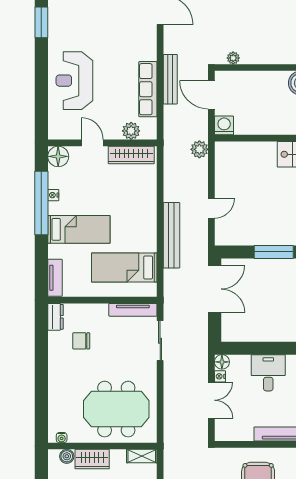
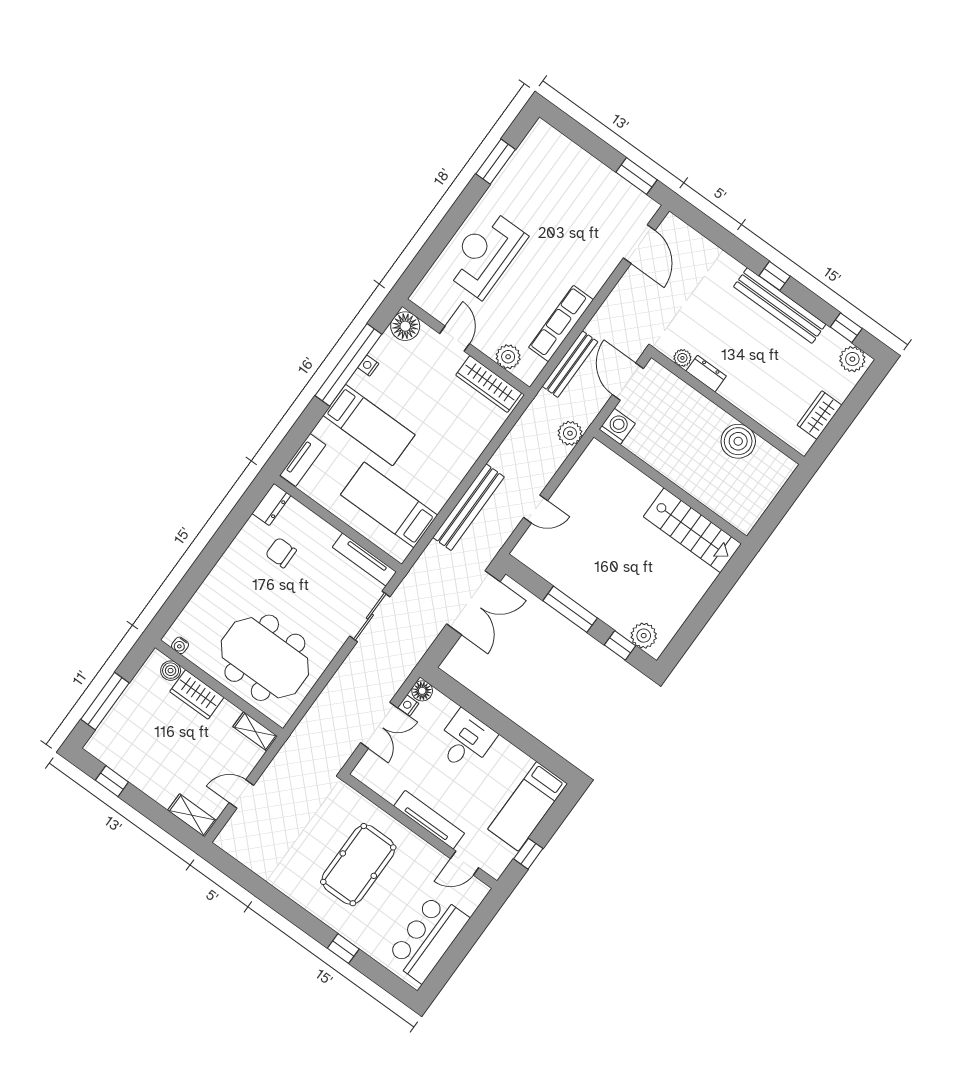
dresser: (254, 57) -> (706, 374), added
bench: (170, 79) -> (570, 364), moved

